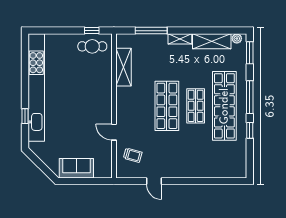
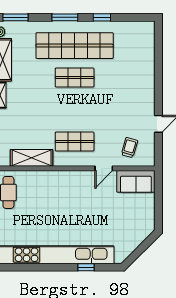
window: (250, 97) -> (65, 17), width x0.69
shop shelf: (167, 106) -> (75, 142), moved, width x0.70, depth x0.74
sofa: (76, 168) -> (136, 181), moved, turned -90

